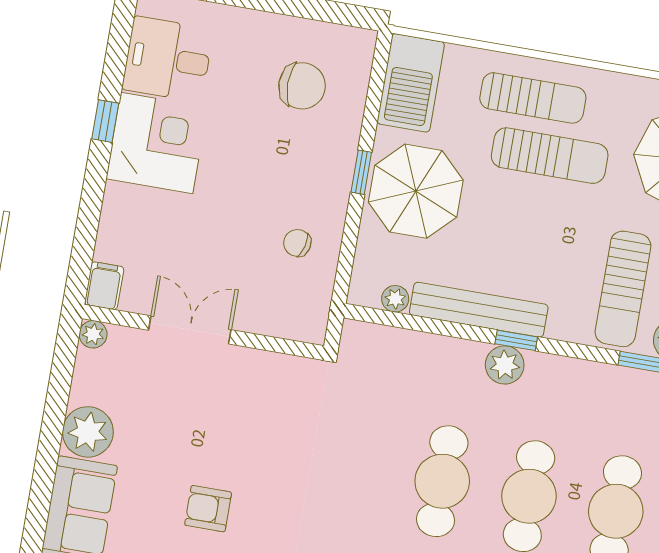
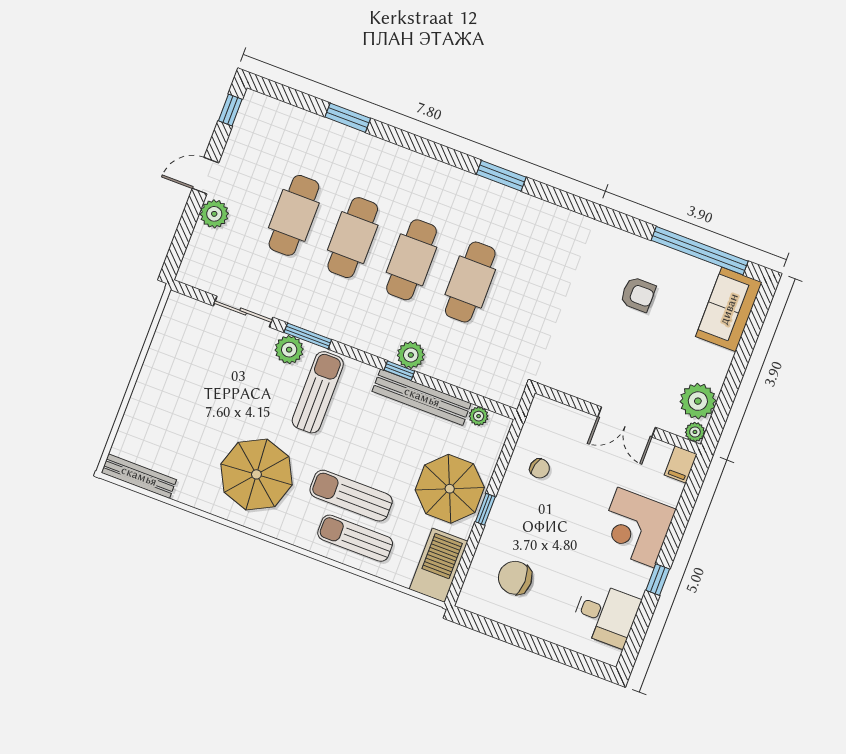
corner desk: (157, 143) -> (636, 528), moved
plant: (88, 432) -> (698, 401), moved

